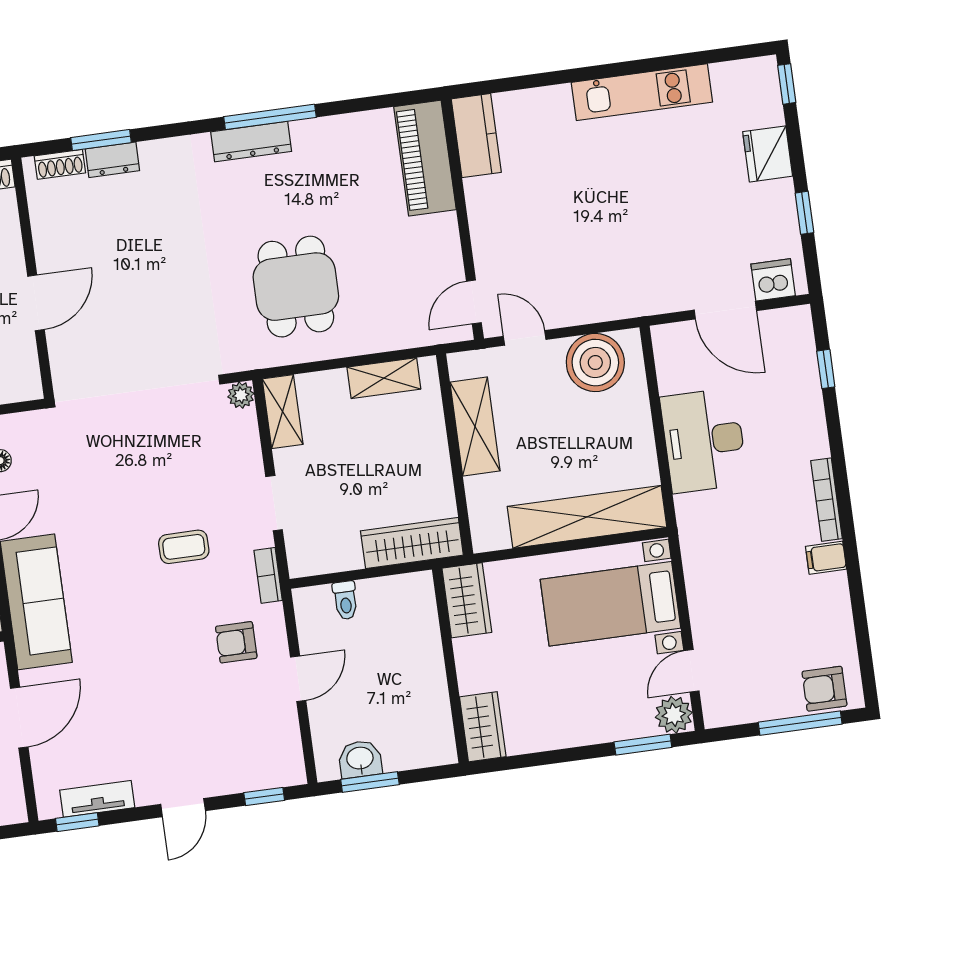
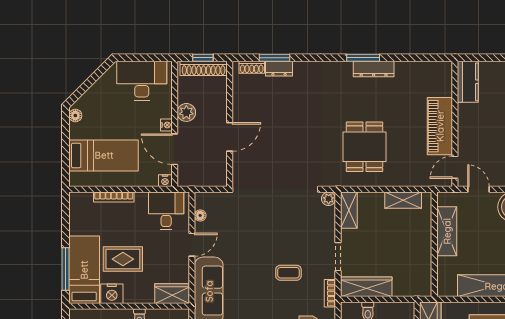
window: (270, 117) -> (363, 58), width x0.69
dresser: (251, 142) -> (374, 69), moved
piano: (425, 158) -> (440, 126), moved
wardrobe: (412, 543) -> (366, 287), moved

